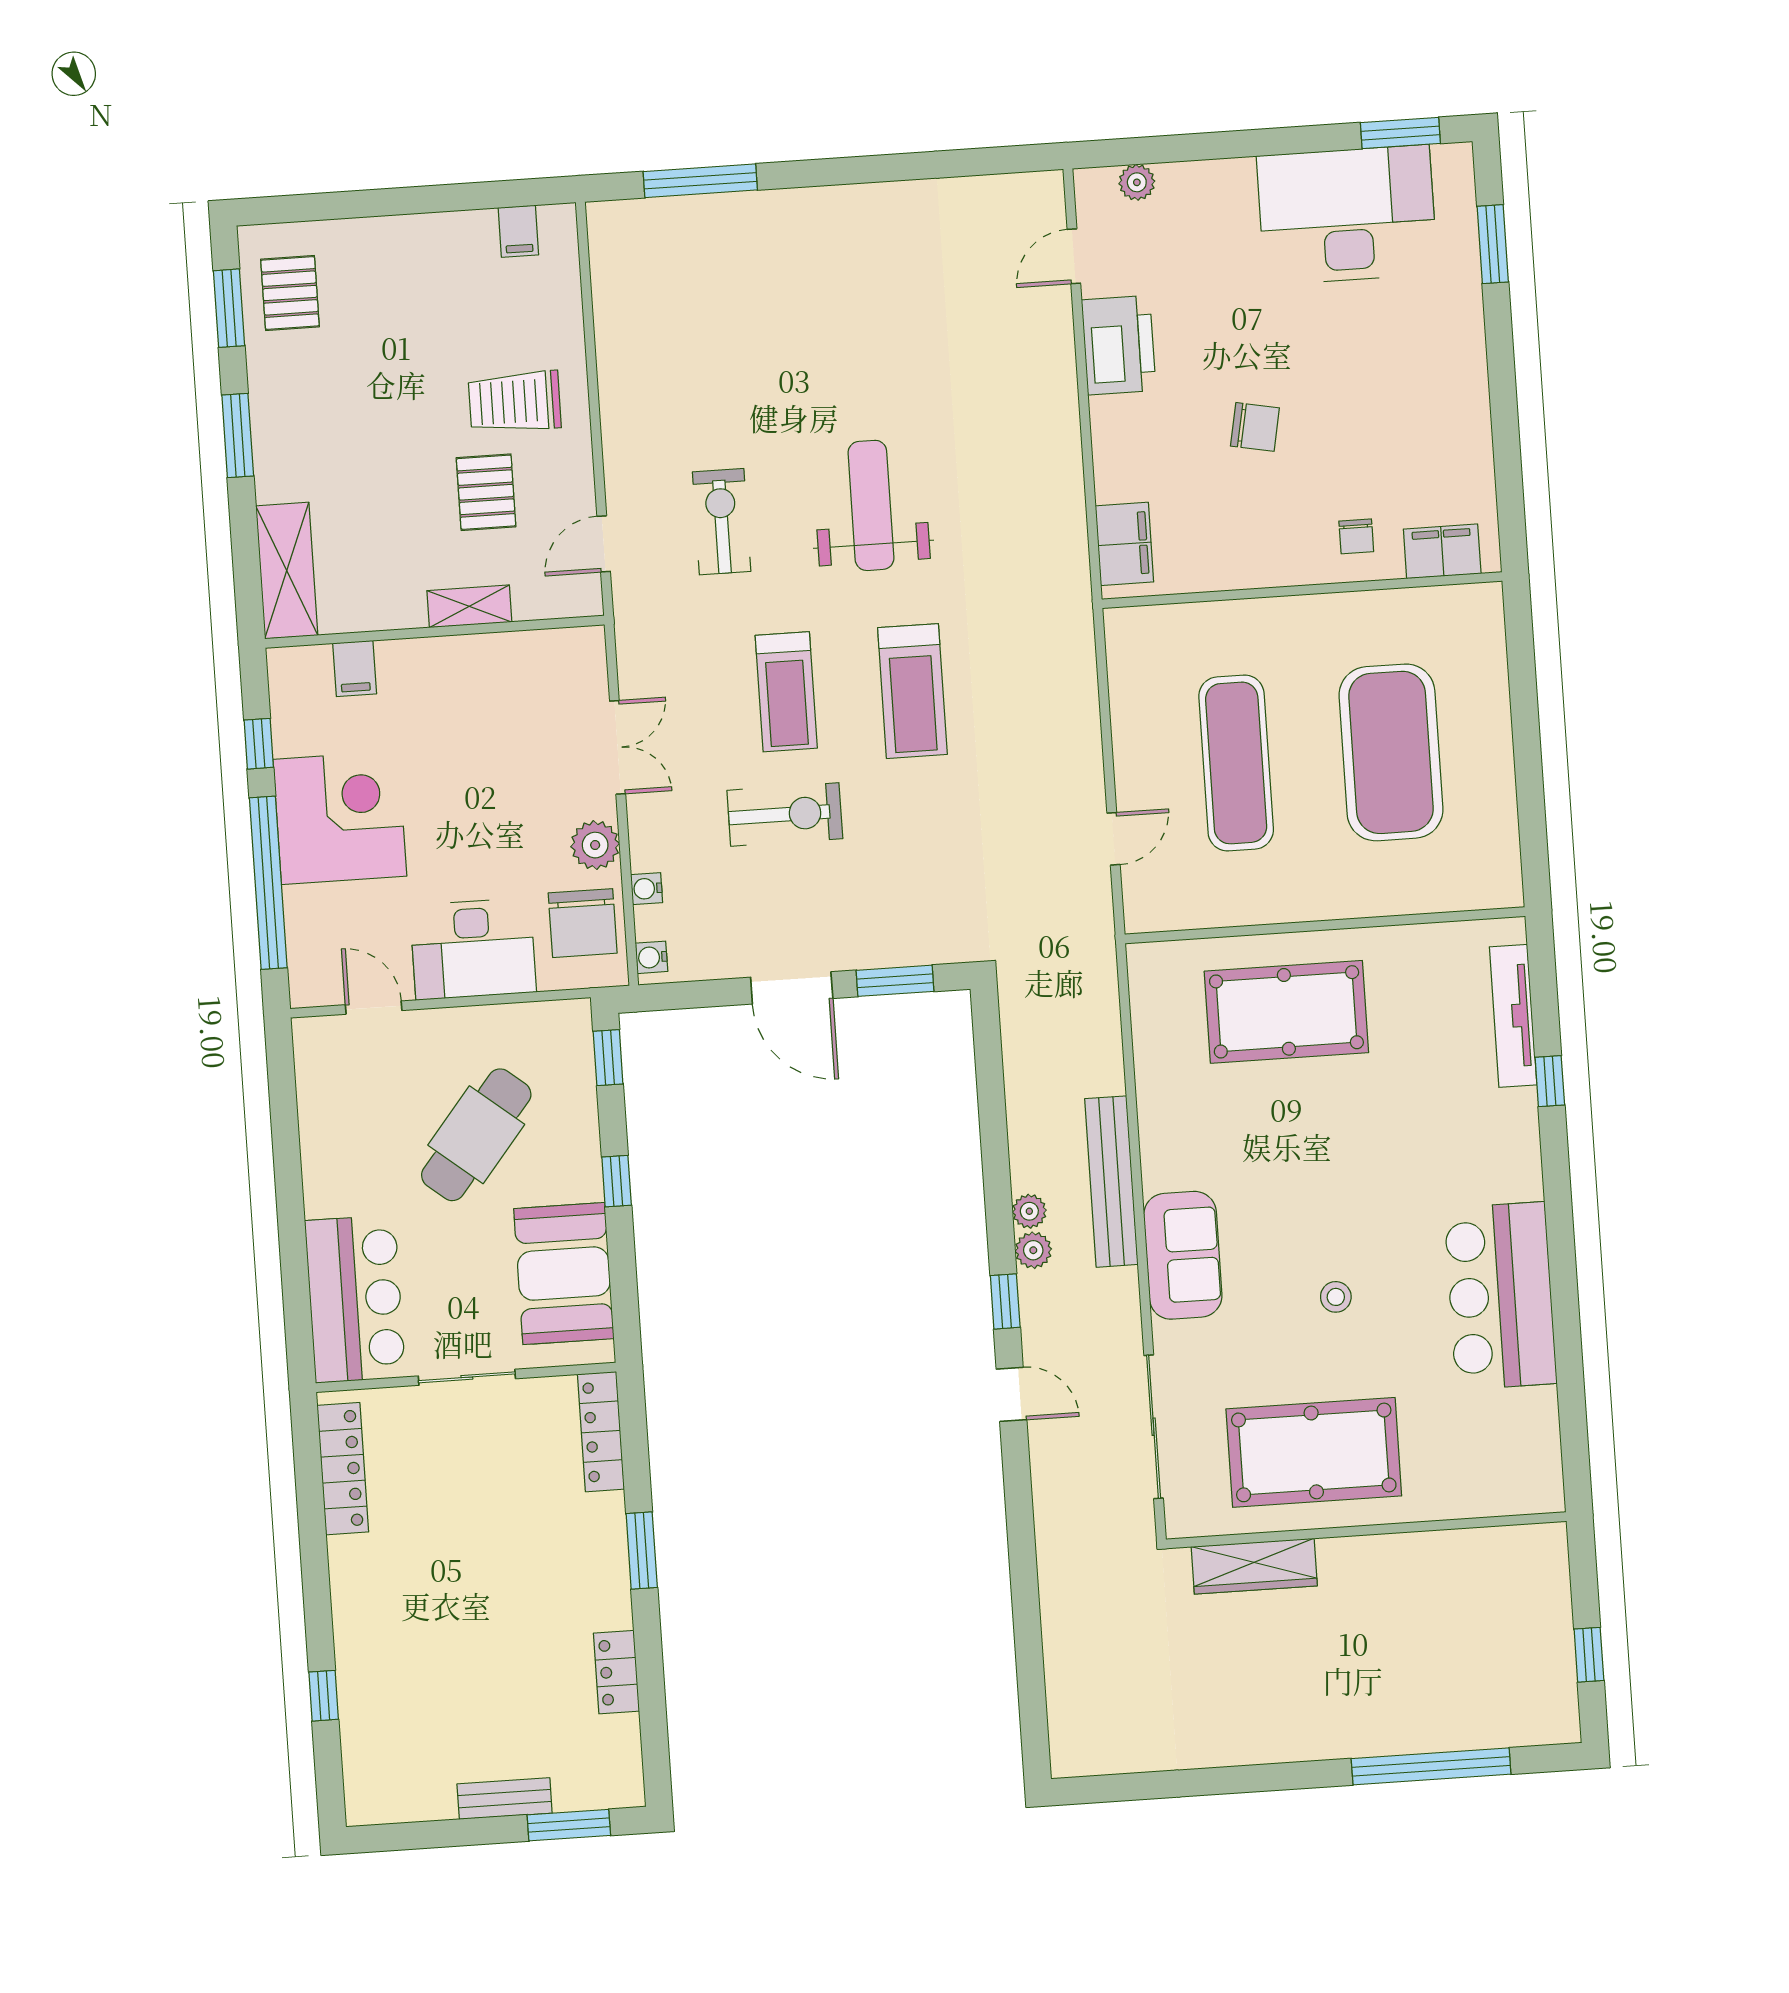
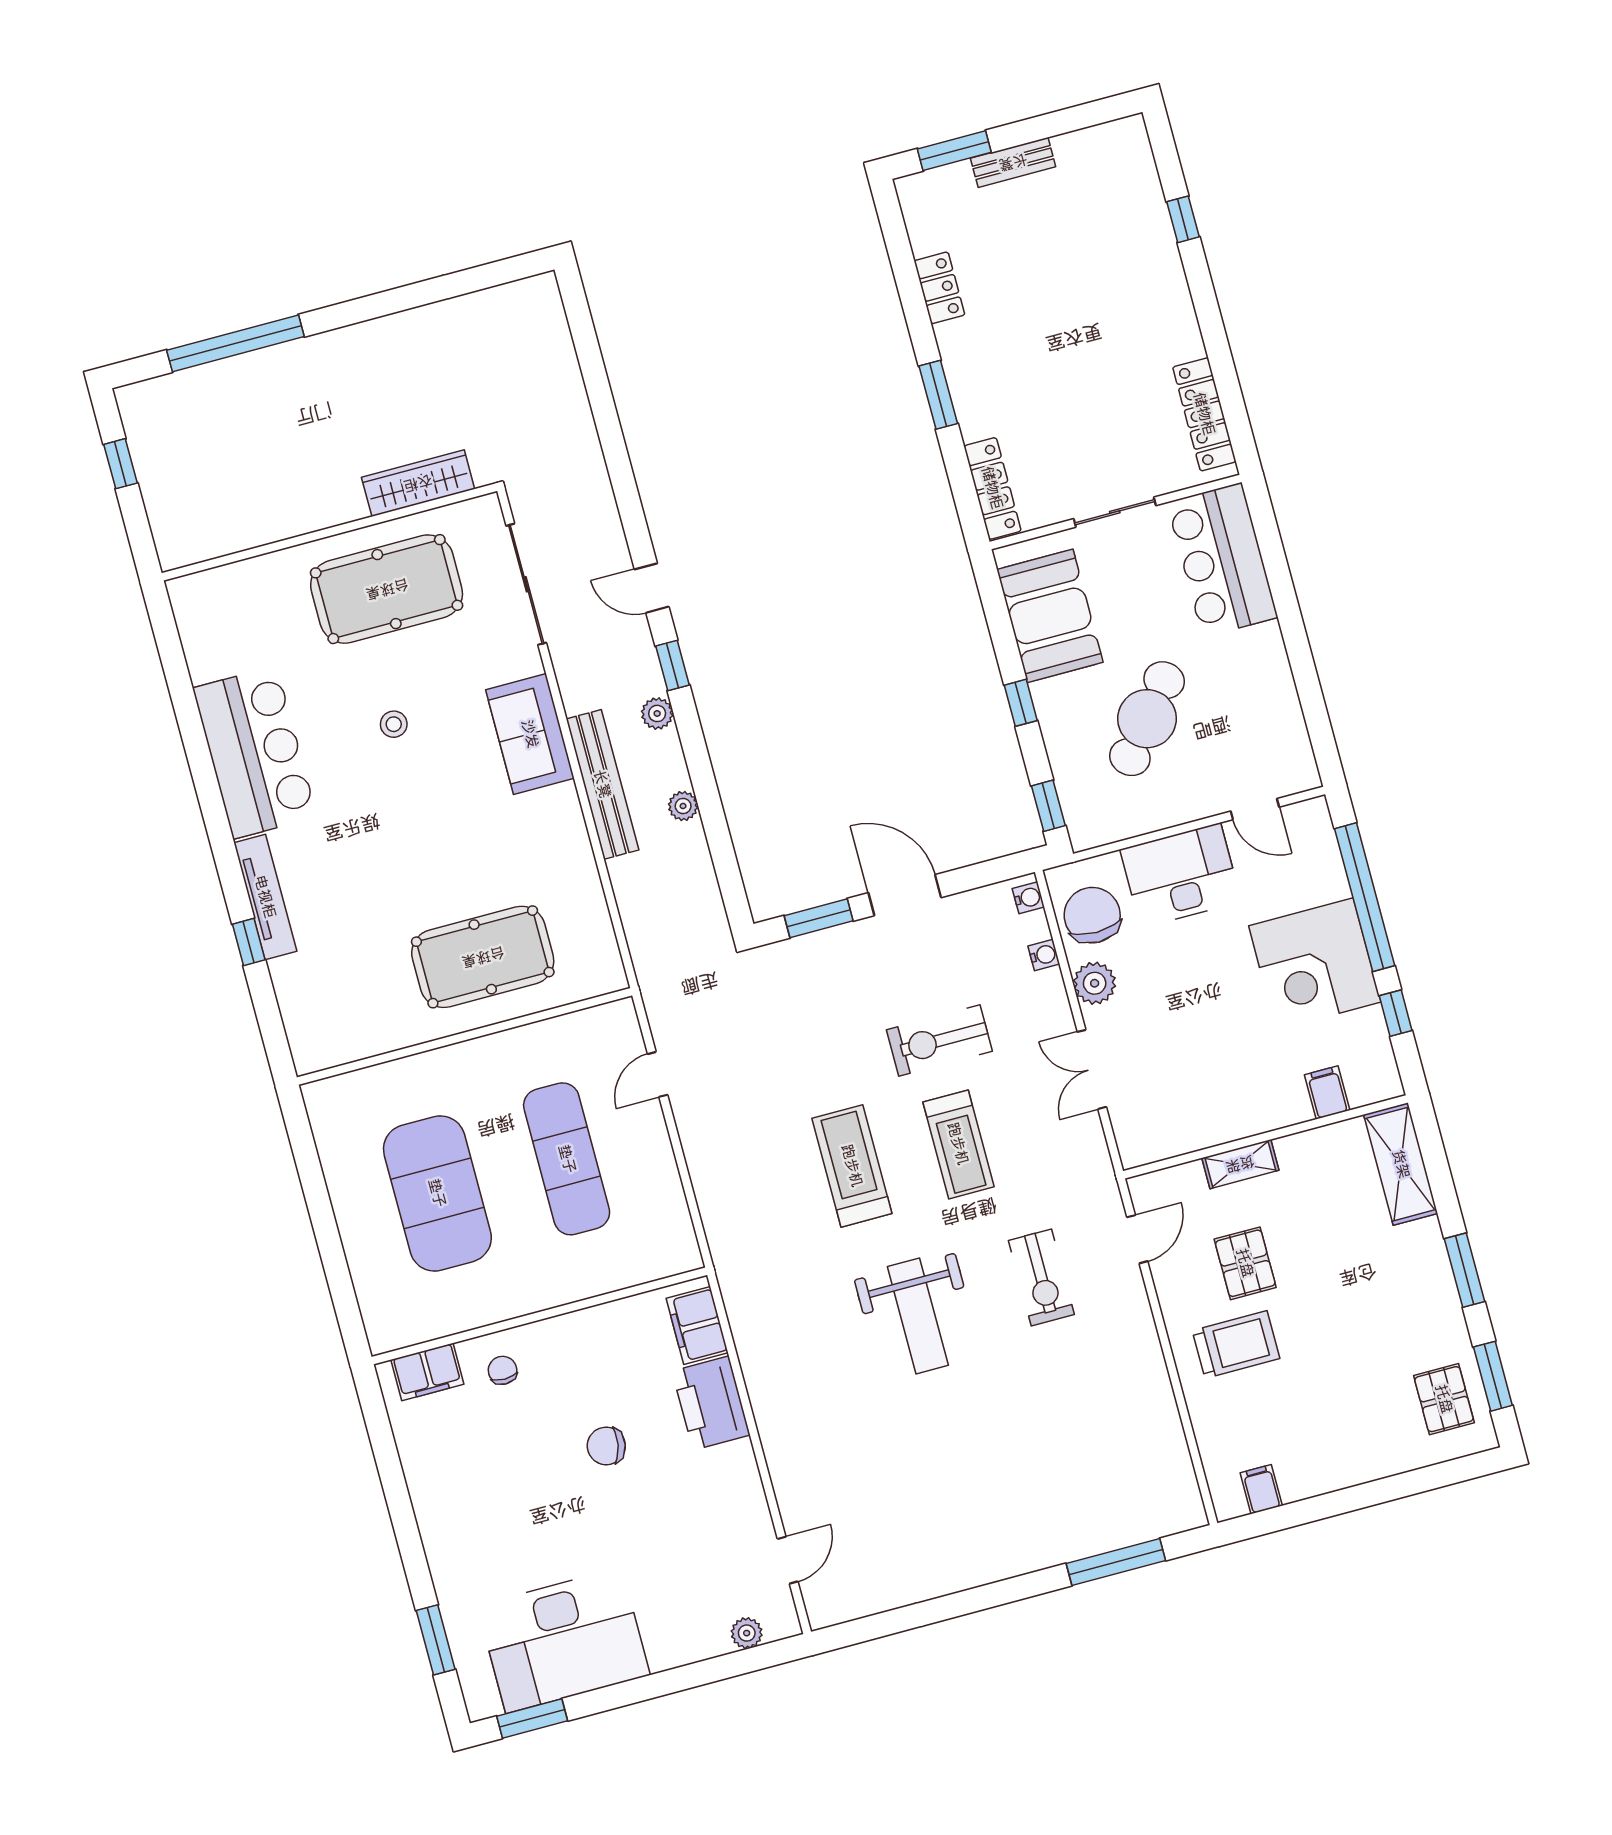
printer: (1119, 345) -> (711, 1403), moved
treadmill: (786, 692) -> (958, 1144), turned 180
tv unit: (1513, 1016) -> (265, 897), moved
plant: (1029, 1211) -> (683, 806), moved

